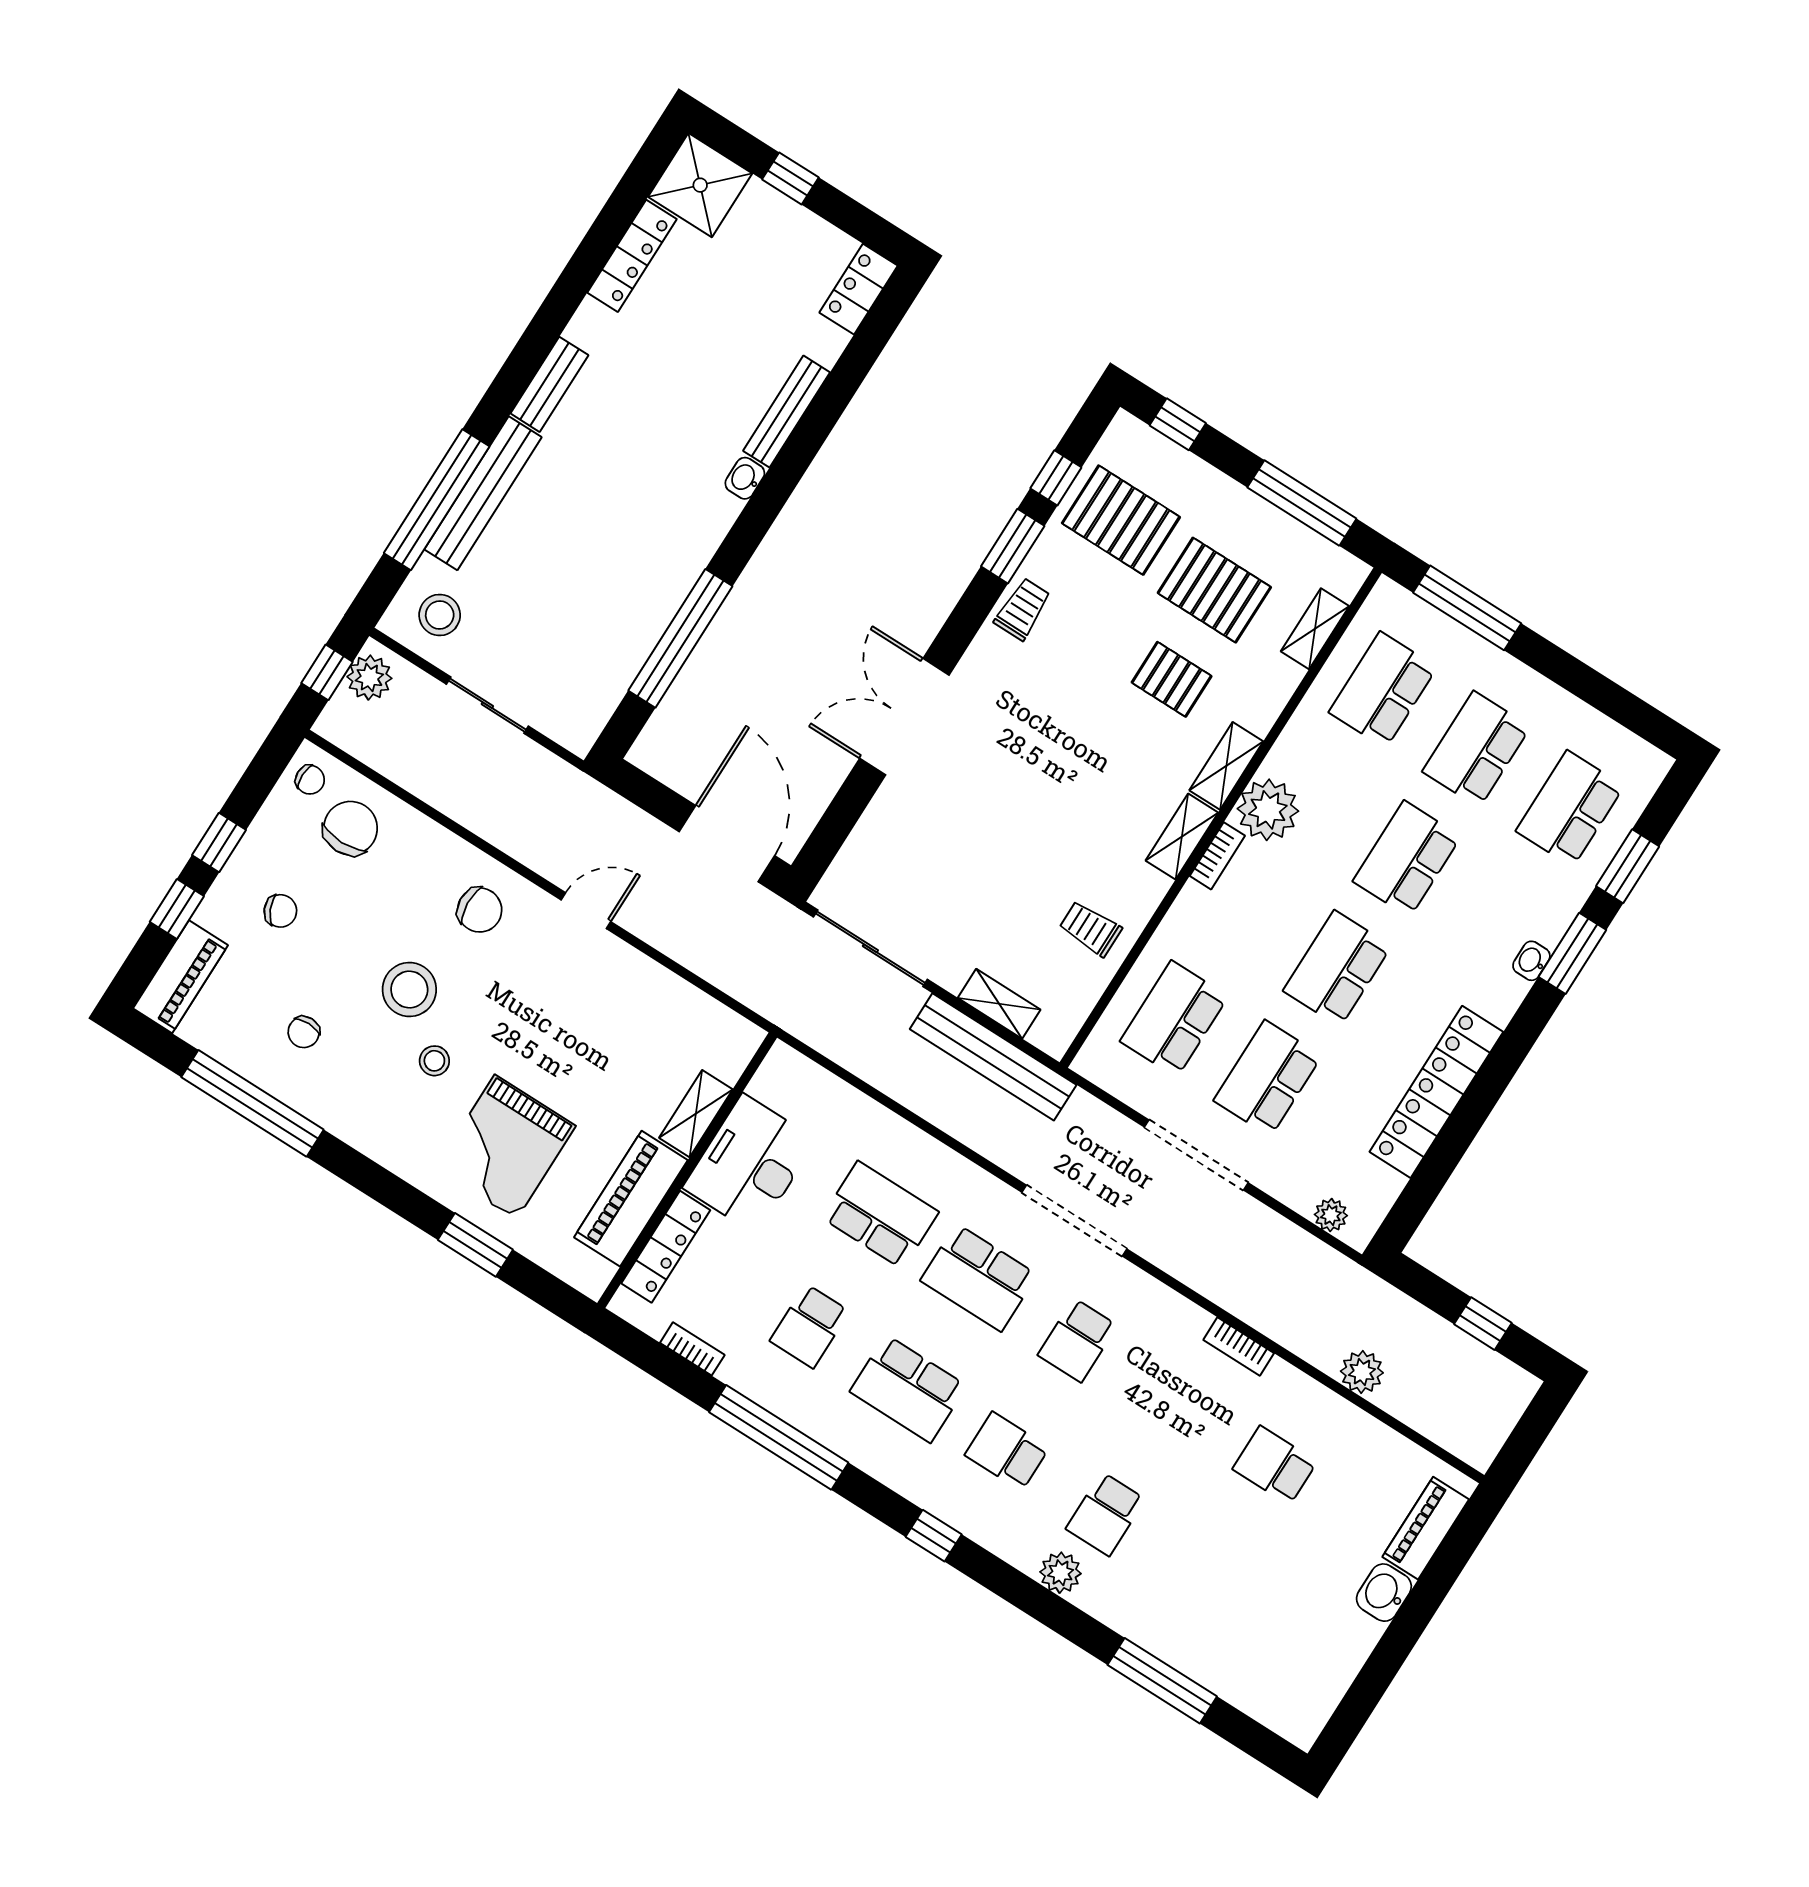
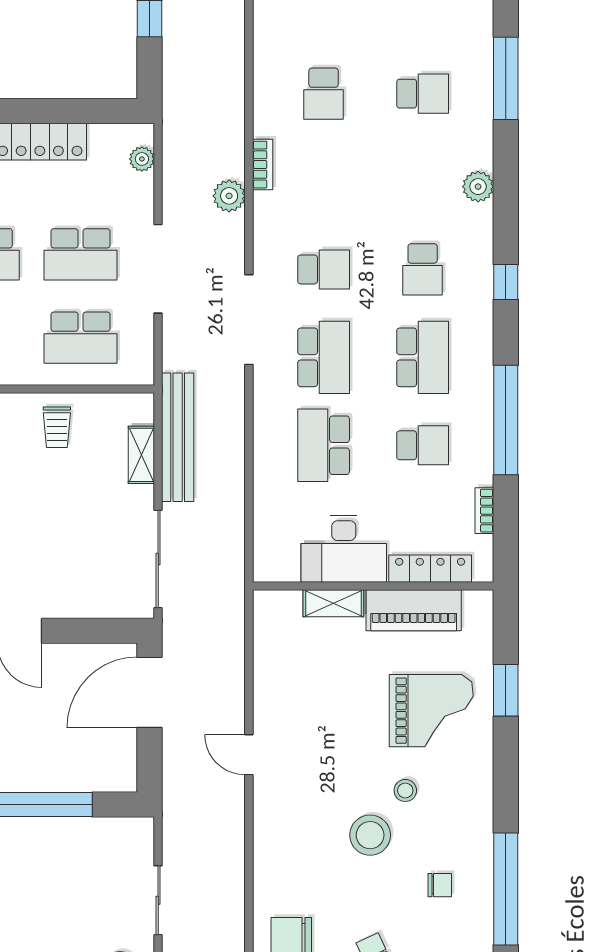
chair: (480, 910) -> (291, 823), removed
plant: (1362, 1372) -> (229, 196), moved
school desk: (1106, 1514) -> (423, 94), moved

